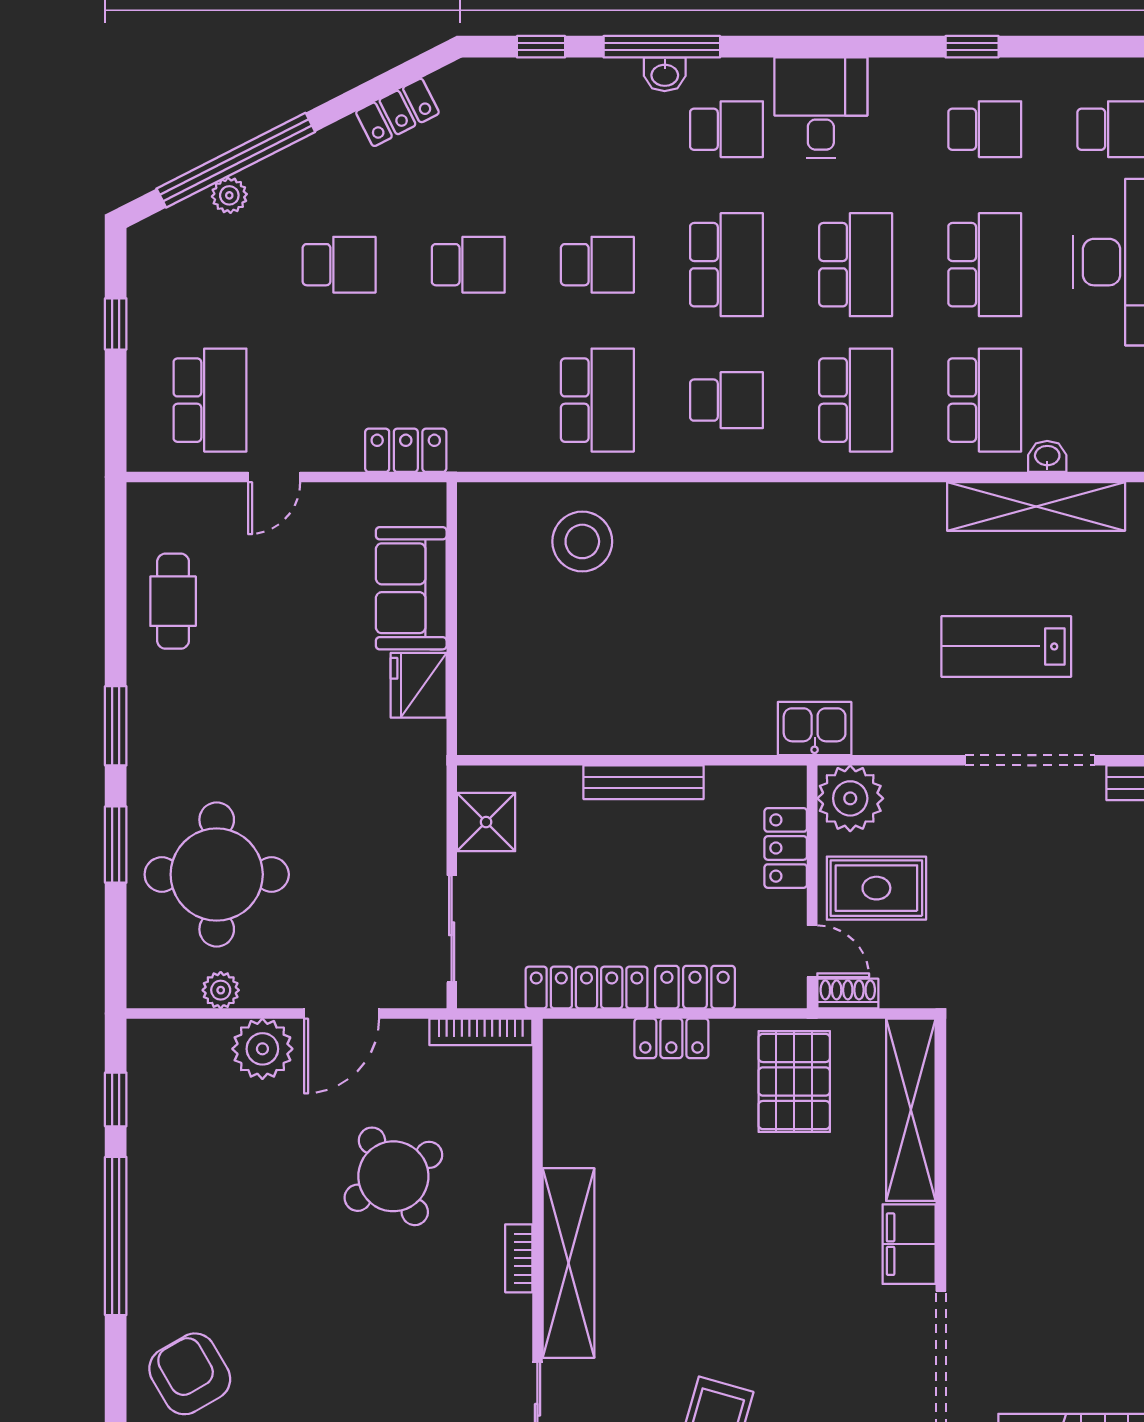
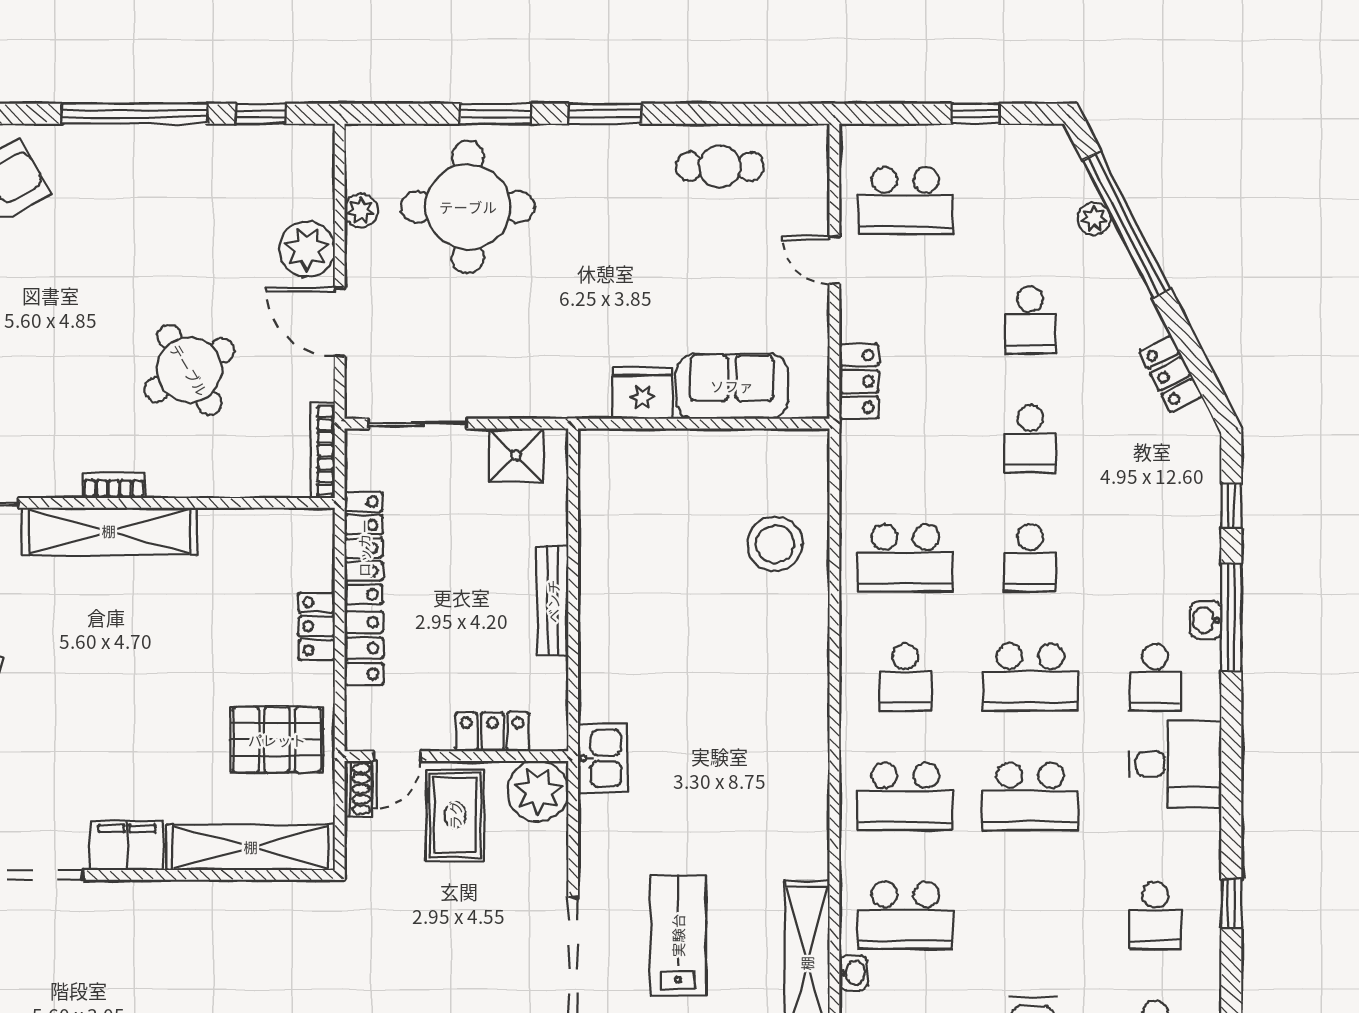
school desk: (985, 265) -> (1030, 915), removed

